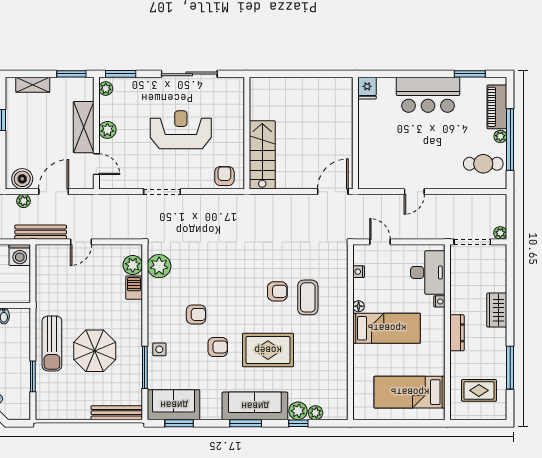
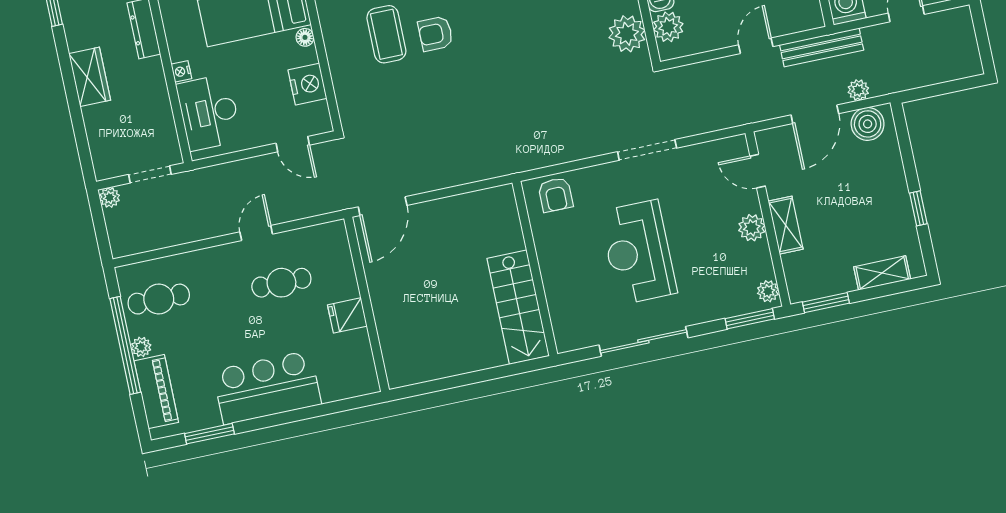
fridge: (367, 88) -> (347, 315), moved, turned -90
shelving: (84, 127) -> (786, 225), width x0.67, depth x0.75
reception desk: (181, 130) -> (638, 252), turned 90
stairs: (262, 155) -> (518, 307), moved
cafe table: (405, 158) -> (281, 283), added
doorway: (472, 242) -> (150, 174), width x0.73
nightstand: (359, 272) -> (307, 84), width x1.89, depth x1.79

